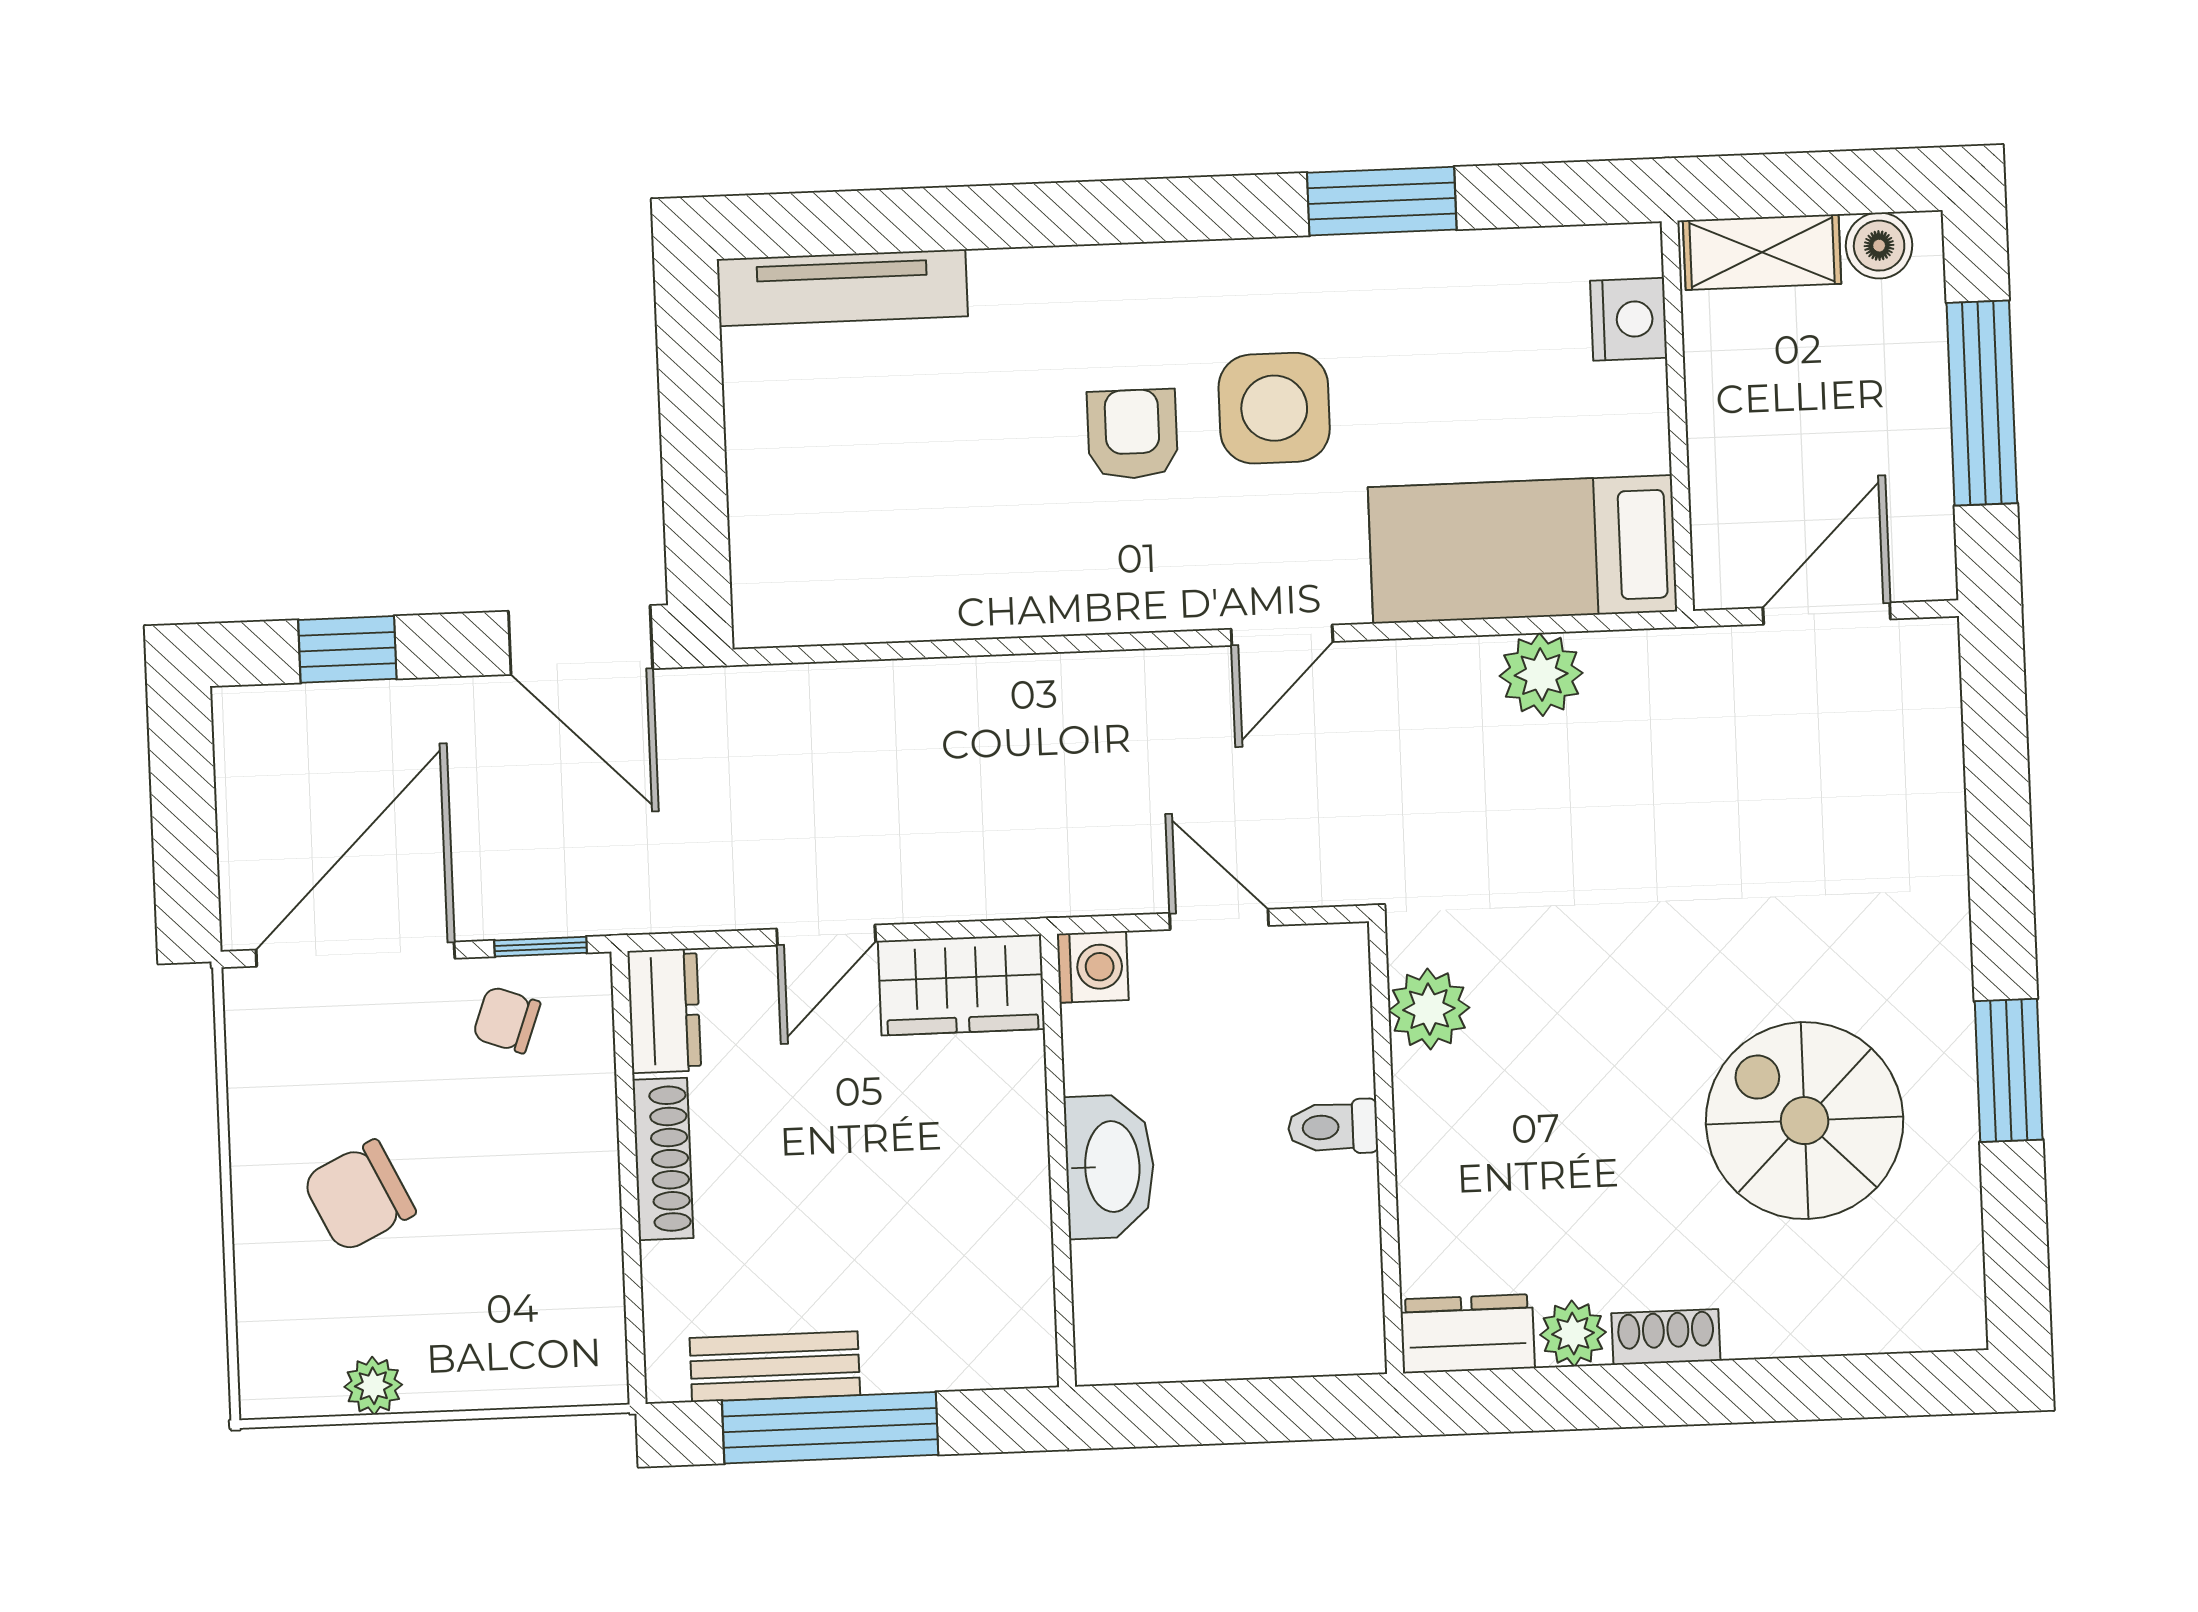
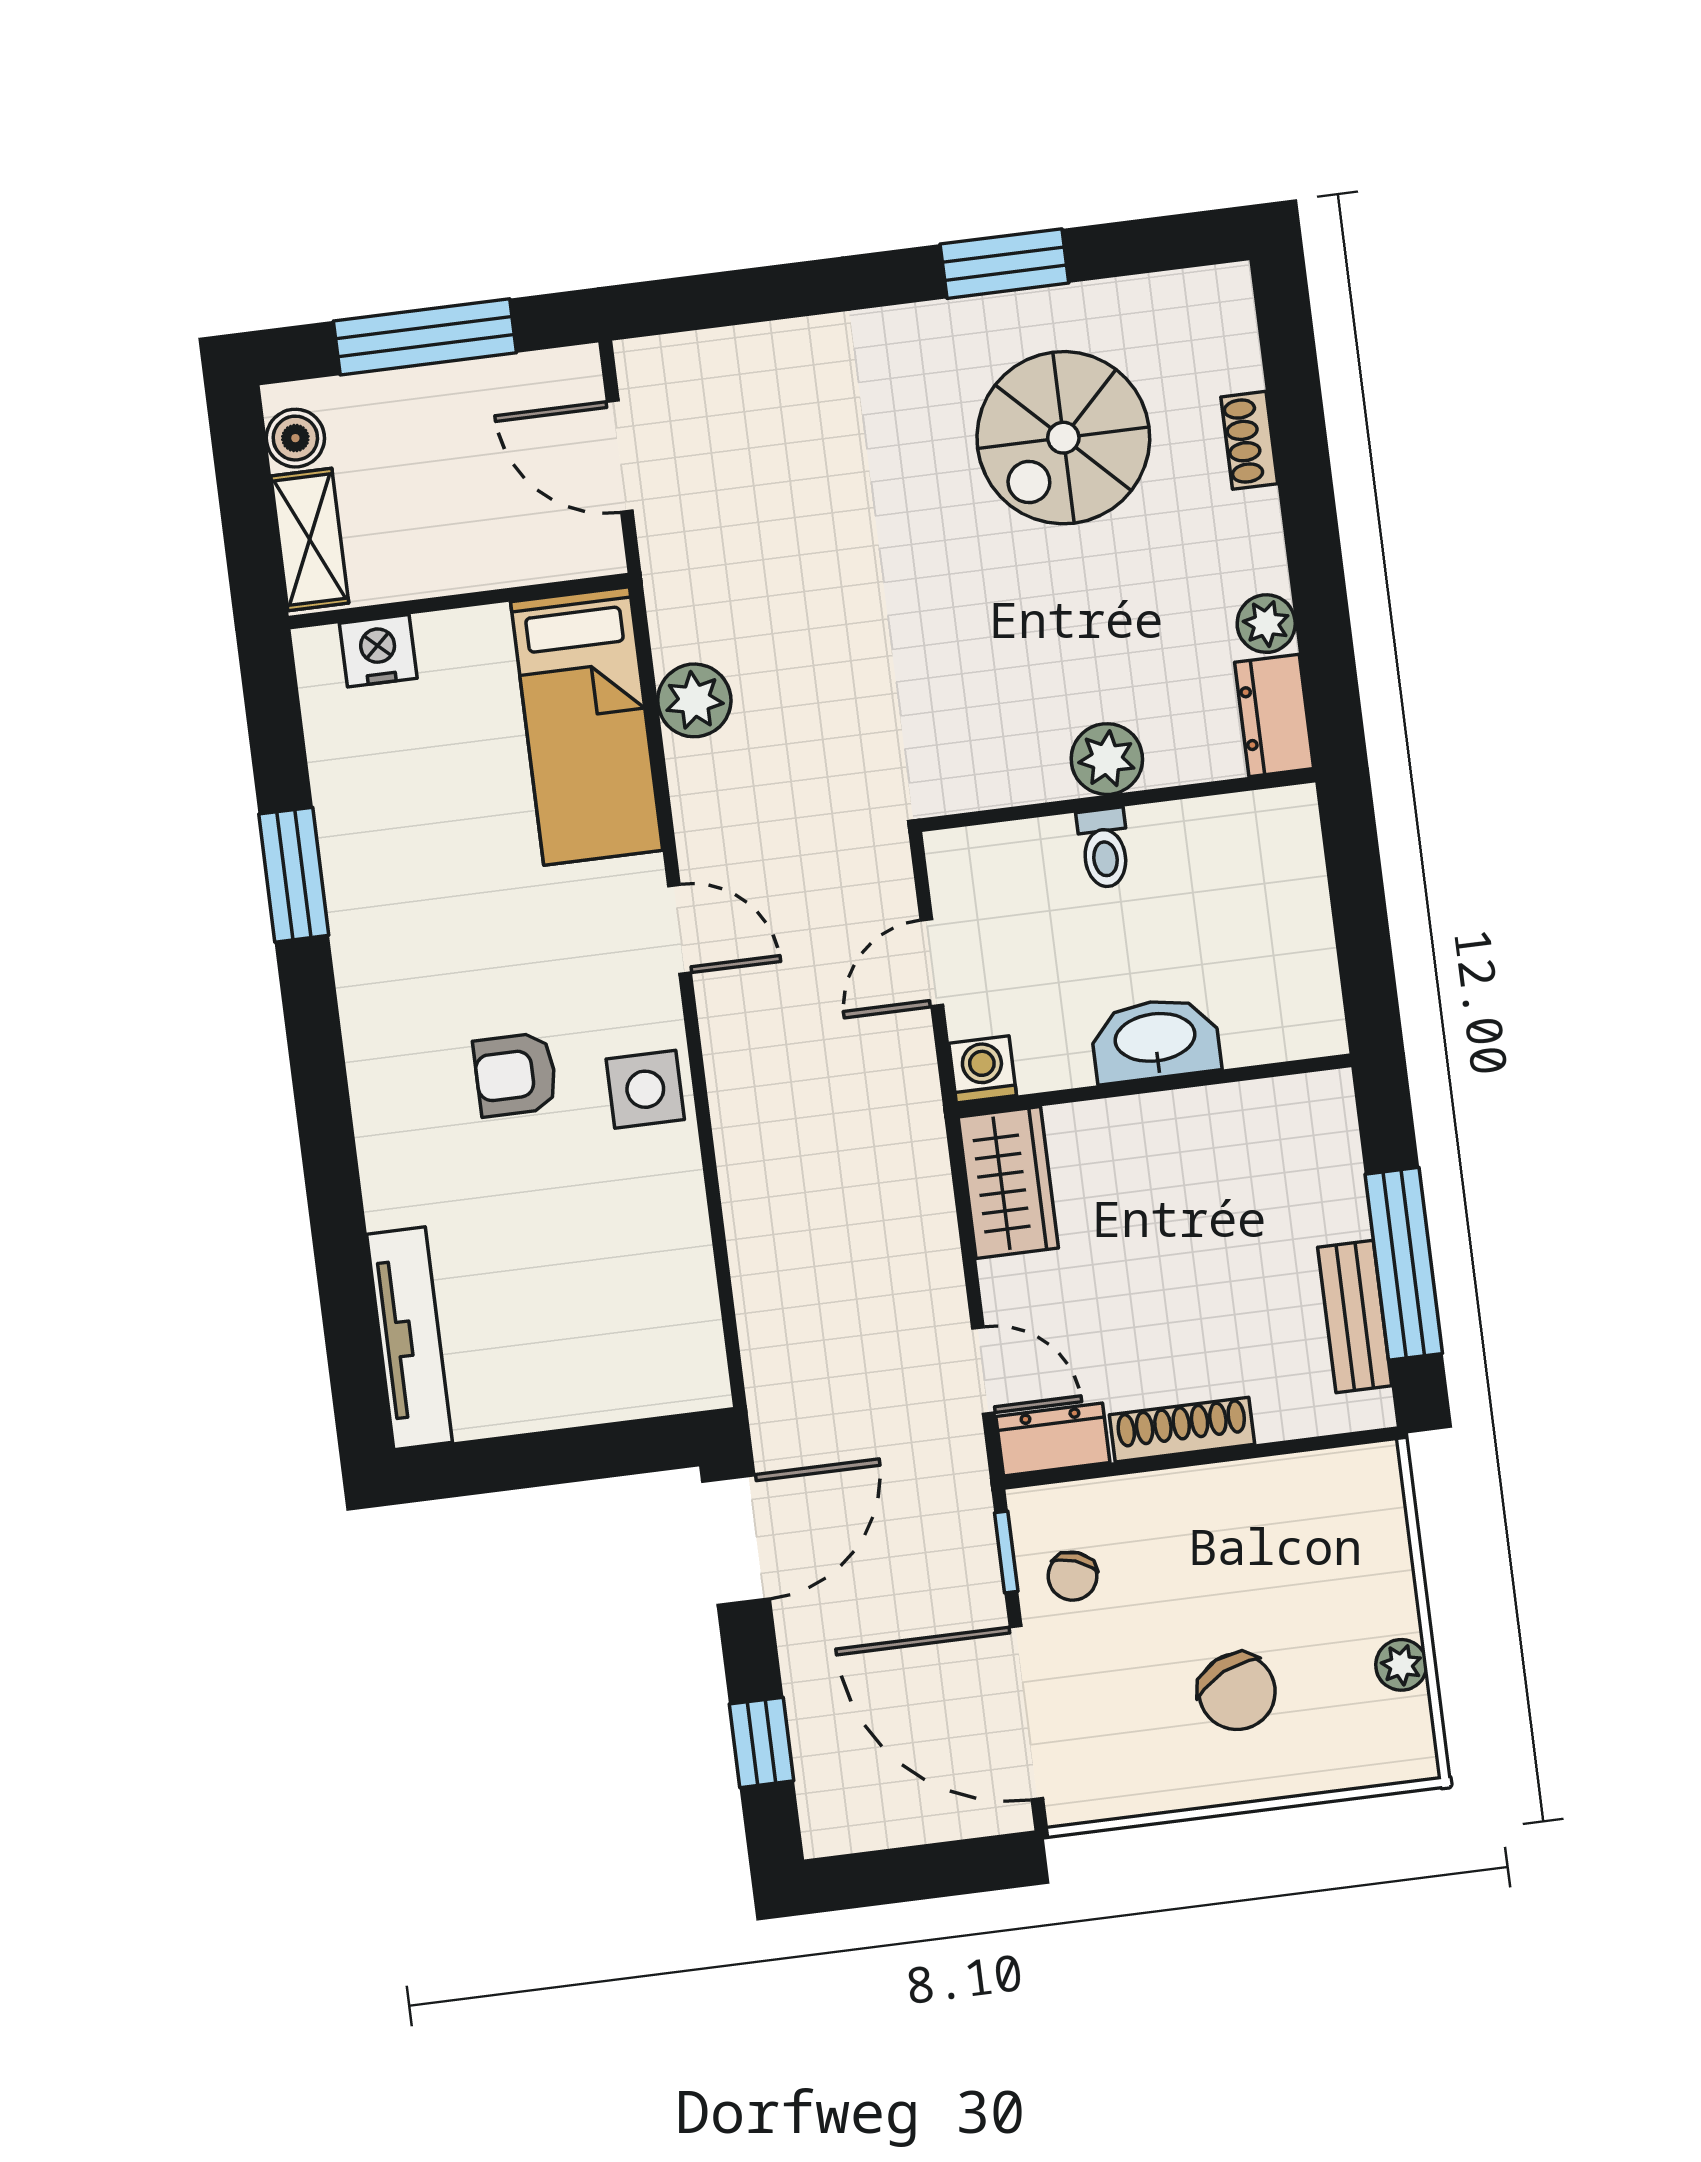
side table: (1274, 408) -> (645, 1089), moved, width x0.73, depth x0.73
door: (826, 935) -> (983, 1370), moved
plant: (1429, 1009) -> (1107, 759), moved
shoe rack: (1666, 1337) -> (1249, 440), moved

